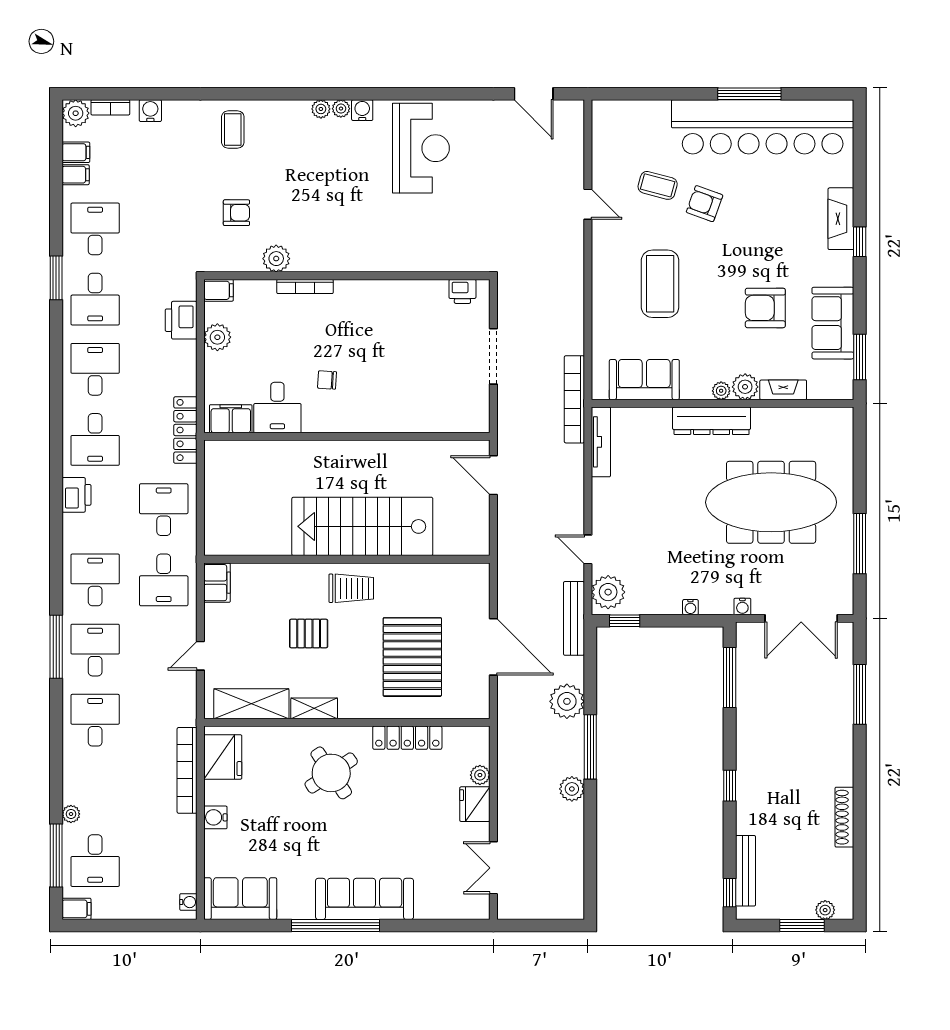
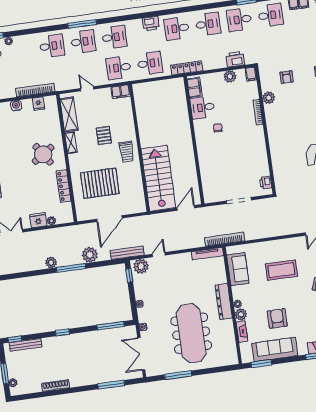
sofa: (833, 323) -> (275, 349), width x1.36
stairs: (362, 526) -> (158, 178), moved
fridge: (223, 757) -> (39, 104), width x0.53, depth x0.75

